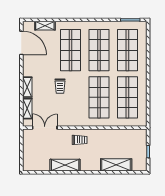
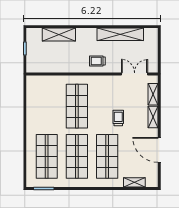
door: (21, 43) -> (159, 150), moved
shop shelf: (127, 97) -> (47, 106), removed
double door: (45, 128) -> (135, 74), swing flipped
shelving: (65, 165) -> (120, 34), width x1.47

